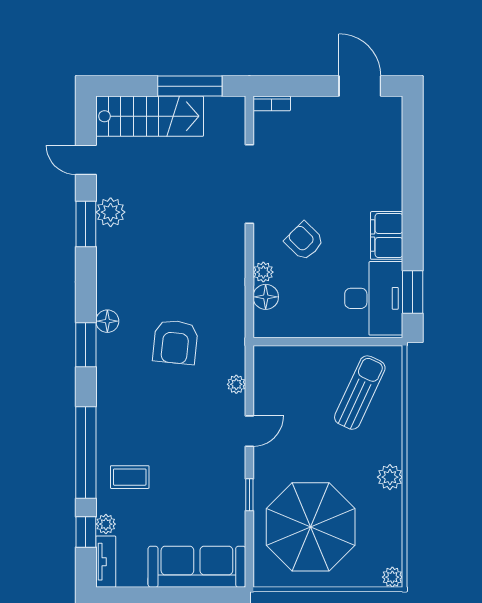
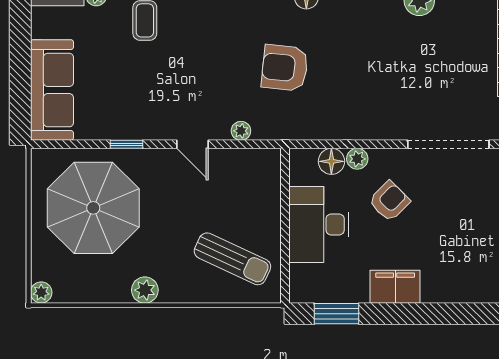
desk: (374, 298) -> (319, 224), moved, turned 90

